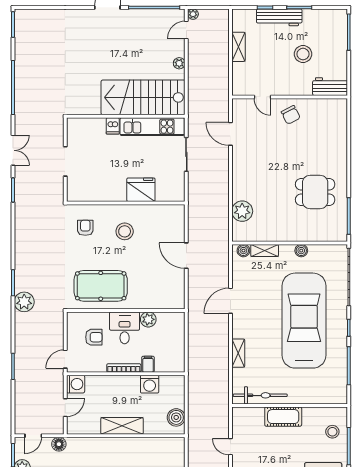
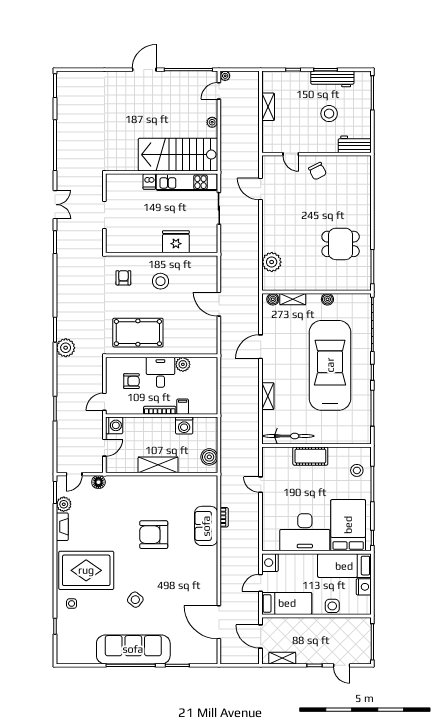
workbench: (279, 17) -> (332, 79), moved

